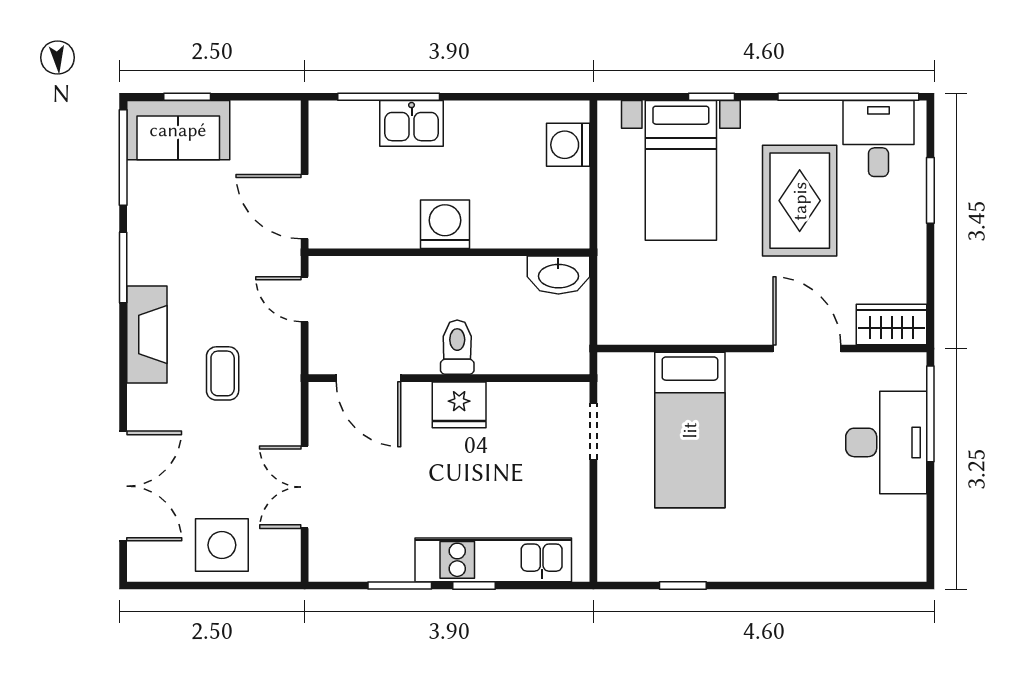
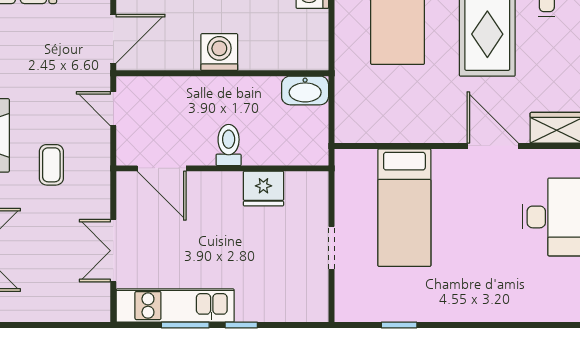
door: (305, 207) -> (113, 39), swing flipped
fridge: (459, 405) -> (263, 189), moved
doorway: (593, 432) -> (331, 248), moved
side table: (222, 545) -> (51, 294), removed
kitchen unit: (493, 560) -> (175, 306), moved

